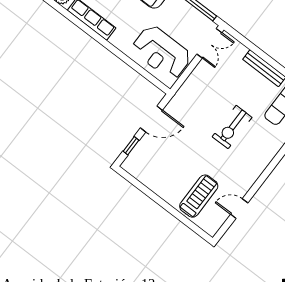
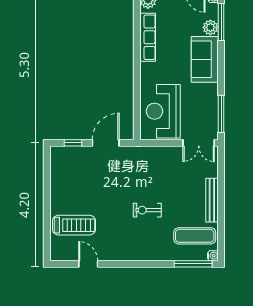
door: (151, 119) -> (106, 143), swing flipped
exercise bike: (232, 127) -> (147, 210), width x0.73, depth x0.72

